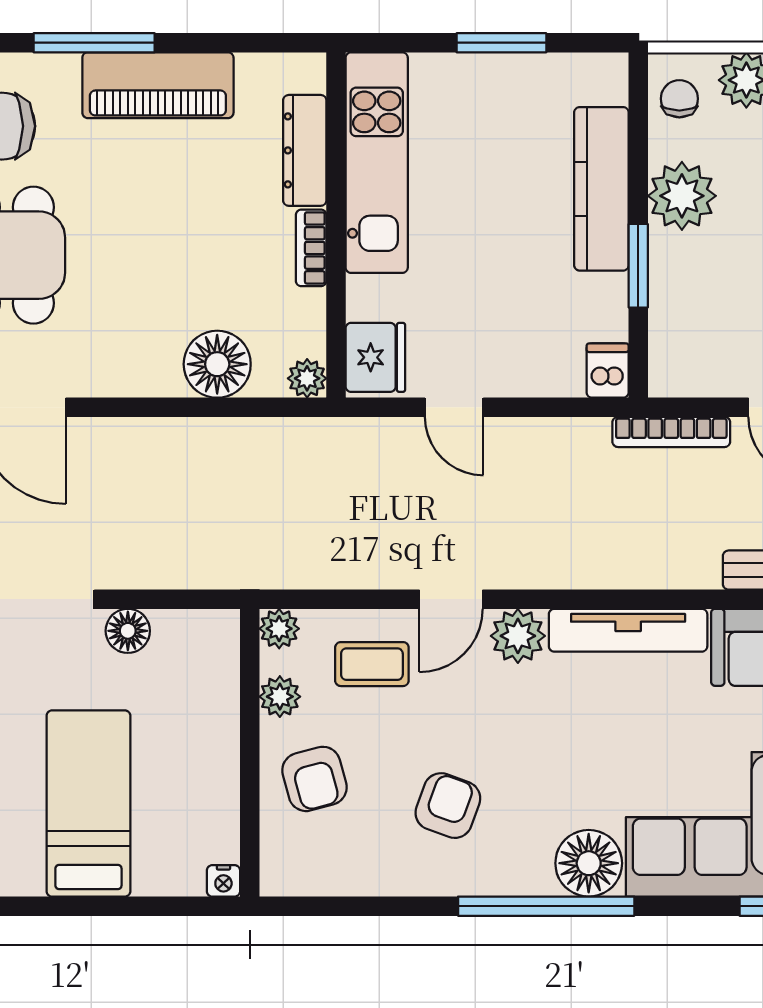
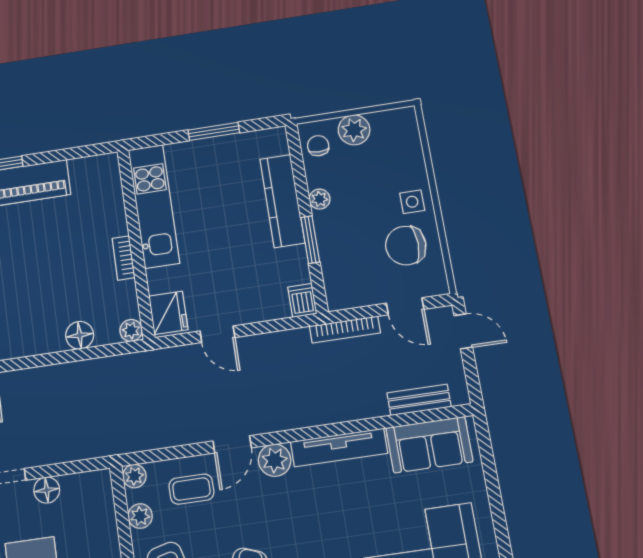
dresser: (305, 150) -> (113, 206), removed
plant: (682, 196) -> (320, 199), width x0.53, depth x0.53
floor lamp: (217, 364) -> (80, 335), width x0.73, depth x0.73

